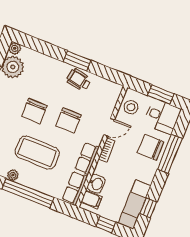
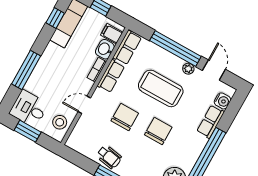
chair: (151, 147) -> (45, 79), removed
bookcase: (107, 150) -> (97, 70), moved

